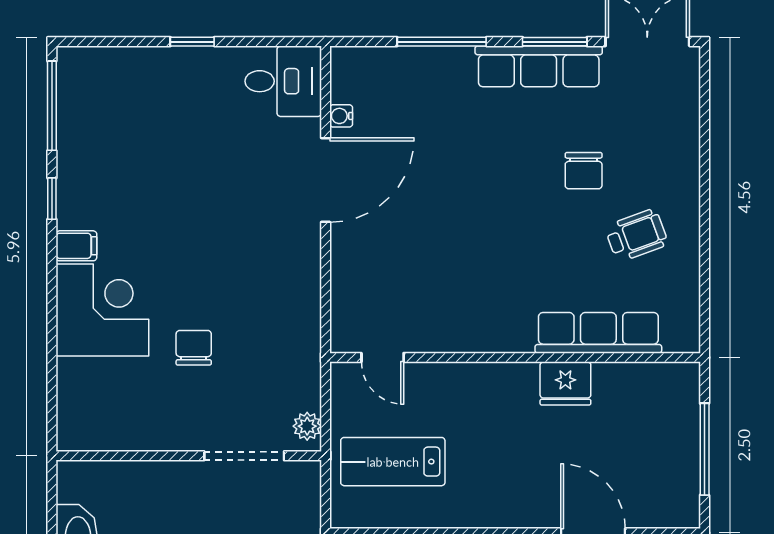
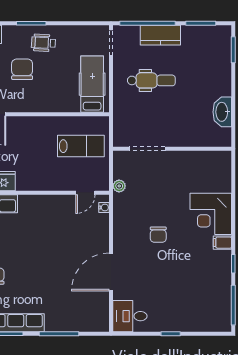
water cooler: (341, 116) -> (104, 208), moved
chair: (194, 348) -> (158, 235), moved
door: (383, 357) -> (85, 193), swing flipped
plant: (307, 426) -> (119, 186), moved

